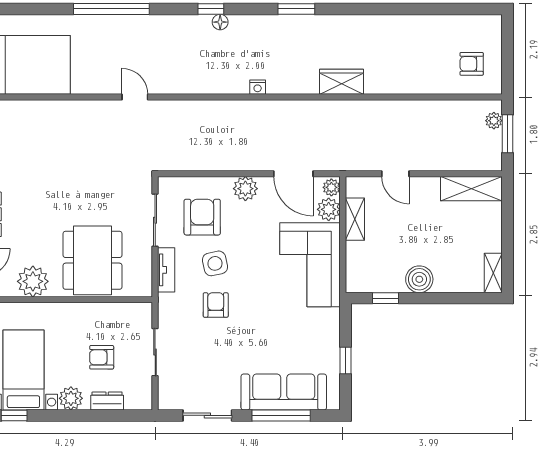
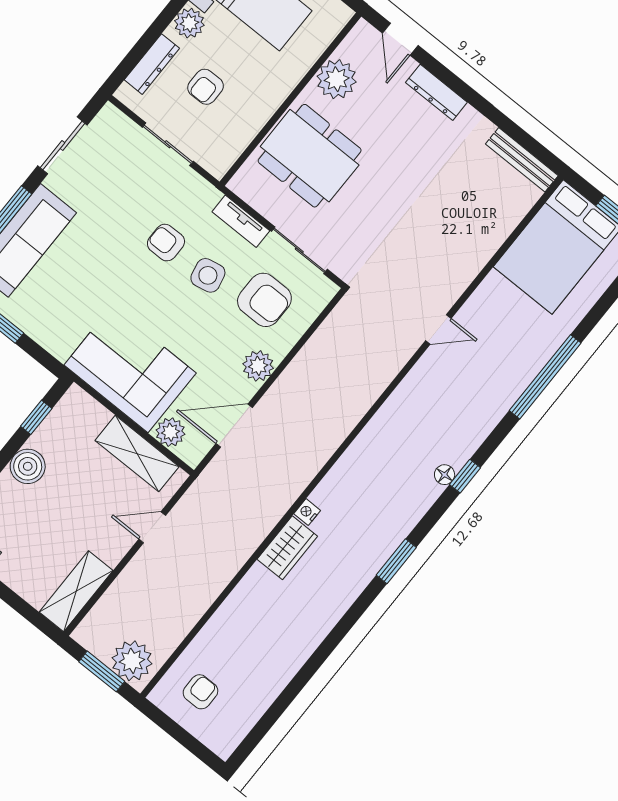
nightstand: (258, 87) -> (307, 512), moved
plant: (494, 121) -> (132, 661), width x1.88, depth x1.88
plant: (331, 187) -> (190, 453), removed
shelving: (355, 219) -> (137, 454), width x1.50, depth x1.33
armchair: (216, 305) -> (166, 243), turned 180
armchair: (102, 357) -> (206, 87), turned 180
dresser: (107, 401) -> (152, 64), width x1.44

